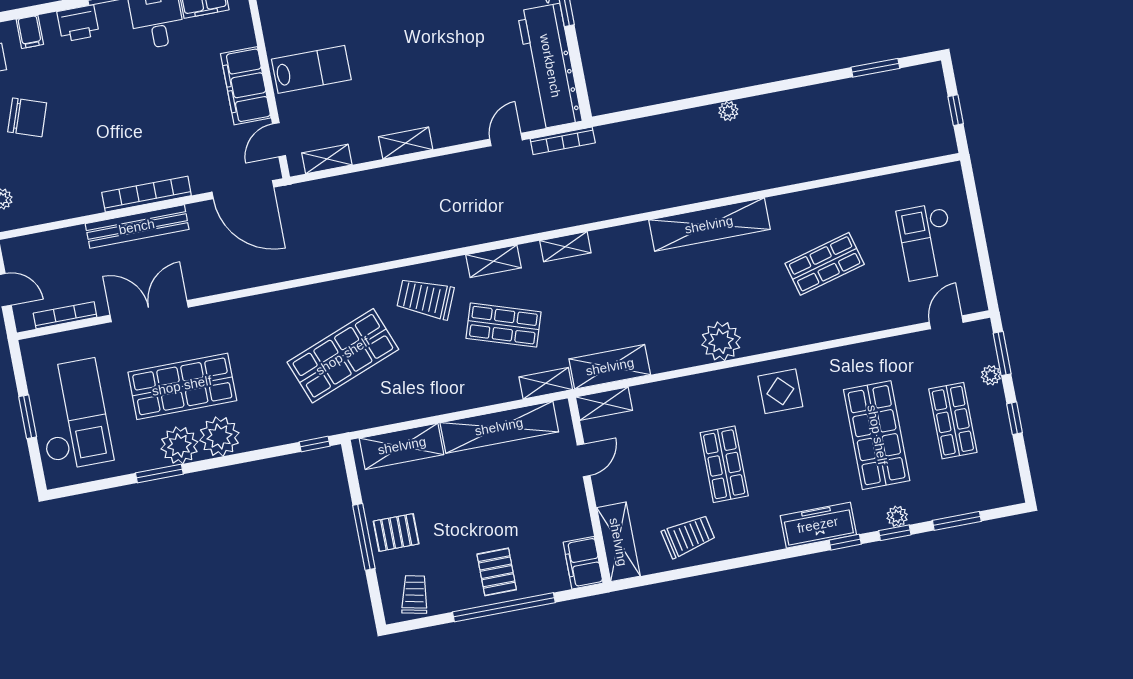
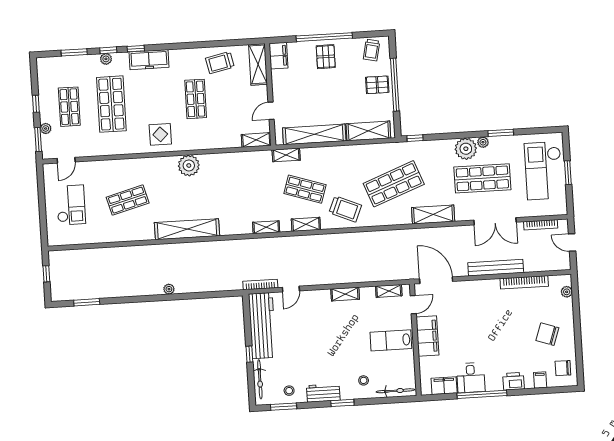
bookcase: (147, 194) -> (524, 282), moved
shelving: (610, 367) -> (433, 214), moved
plant: (179, 445) -> (483, 142), width x0.53, depth x0.53
window: (364, 537) -> (395, 85), width x1.46

